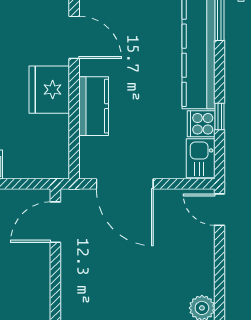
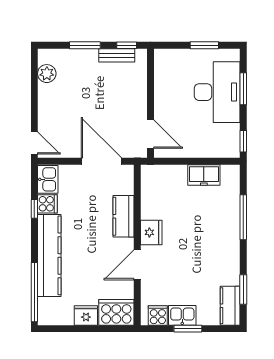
door: (74, 37) -> (137, 265), hinge flipped
fridge: (49, 90) -> (151, 232), width x0.73, depth x0.75
door: (55, 222) -> (150, 134), hinge flipped

